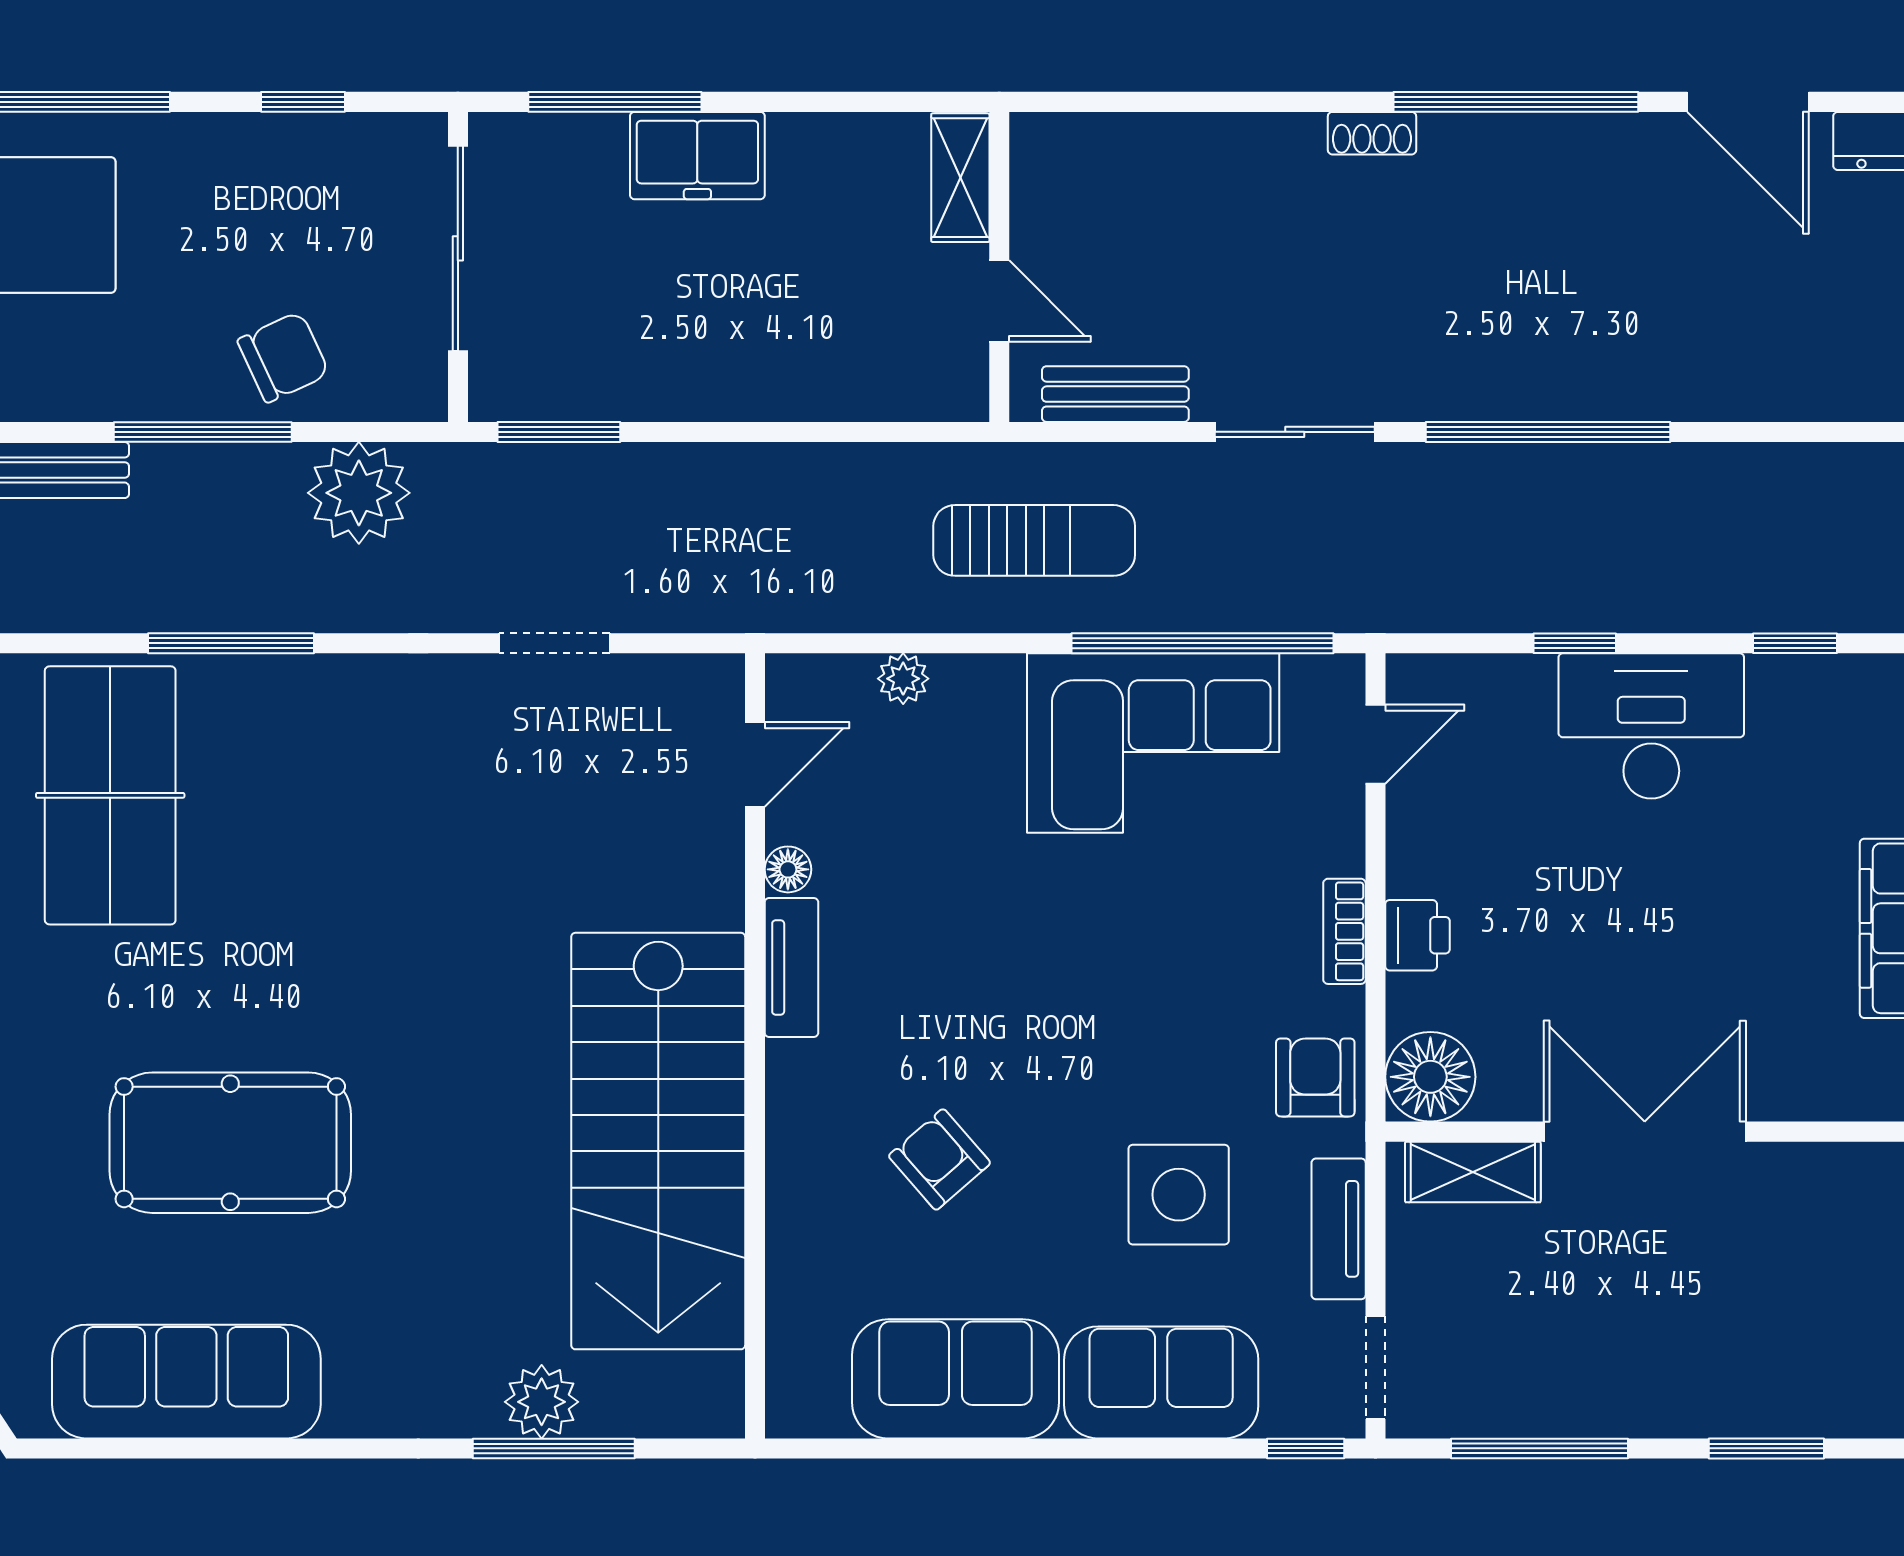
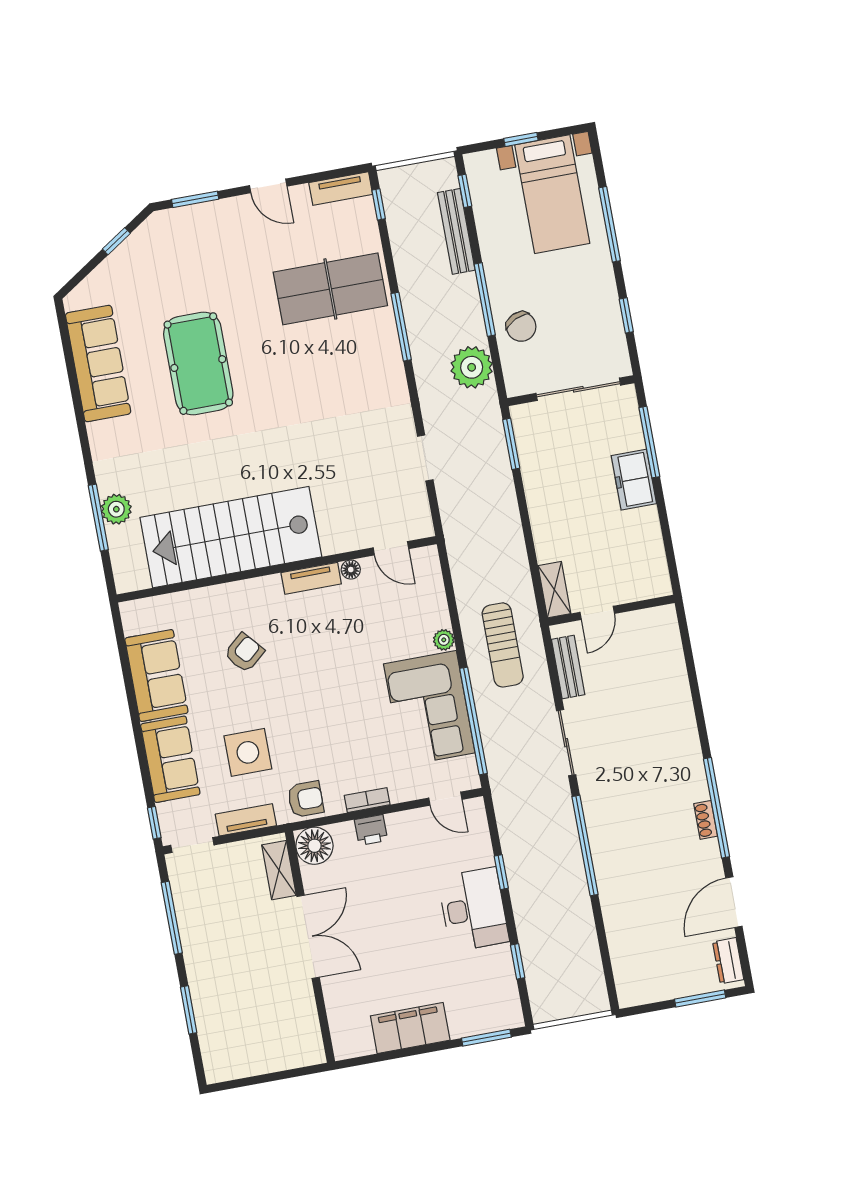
shoe rack: (1372, 133) -> (706, 820), moved
shelving: (960, 178) -> (554, 590), moved, turned 90
plant: (903, 679) -> (444, 640), moved

